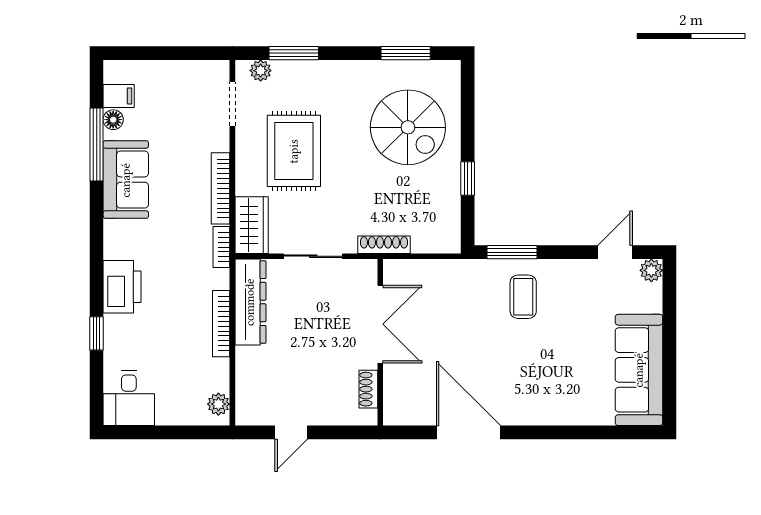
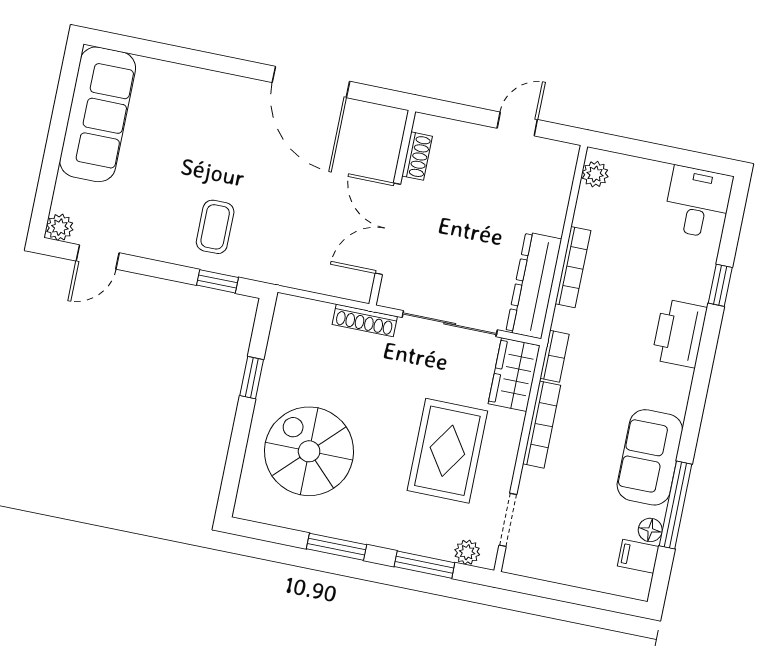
window: (406, 53) -> (337, 547), moved
window: (512, 252) -> (217, 281), width x0.67
sliding door: (313, 256) -> (450, 324), width x1.37

